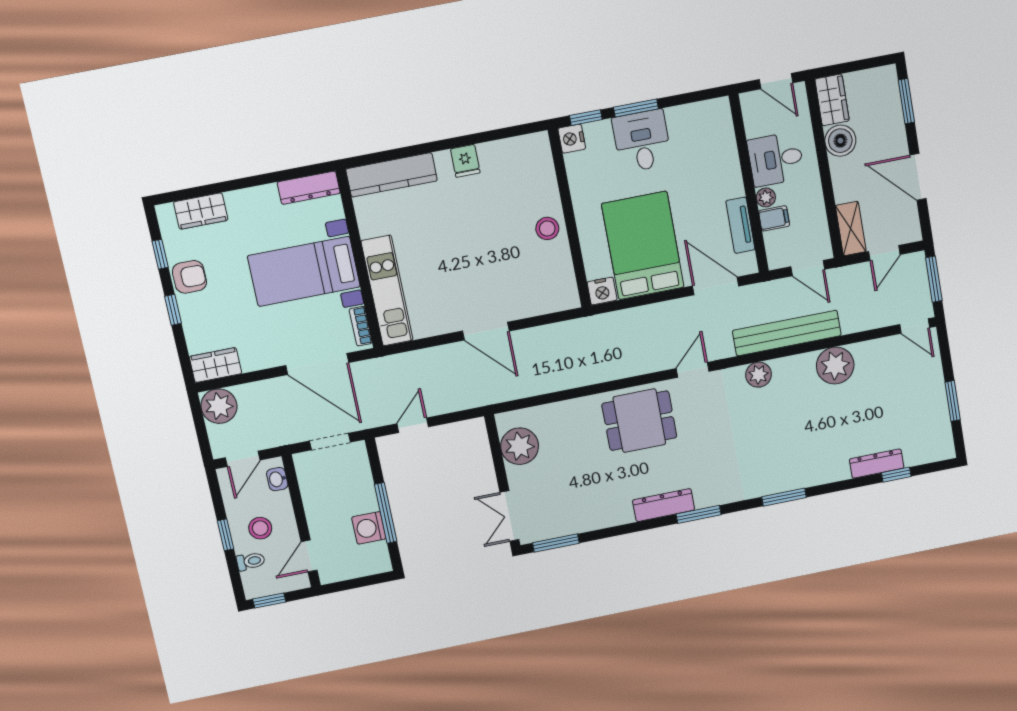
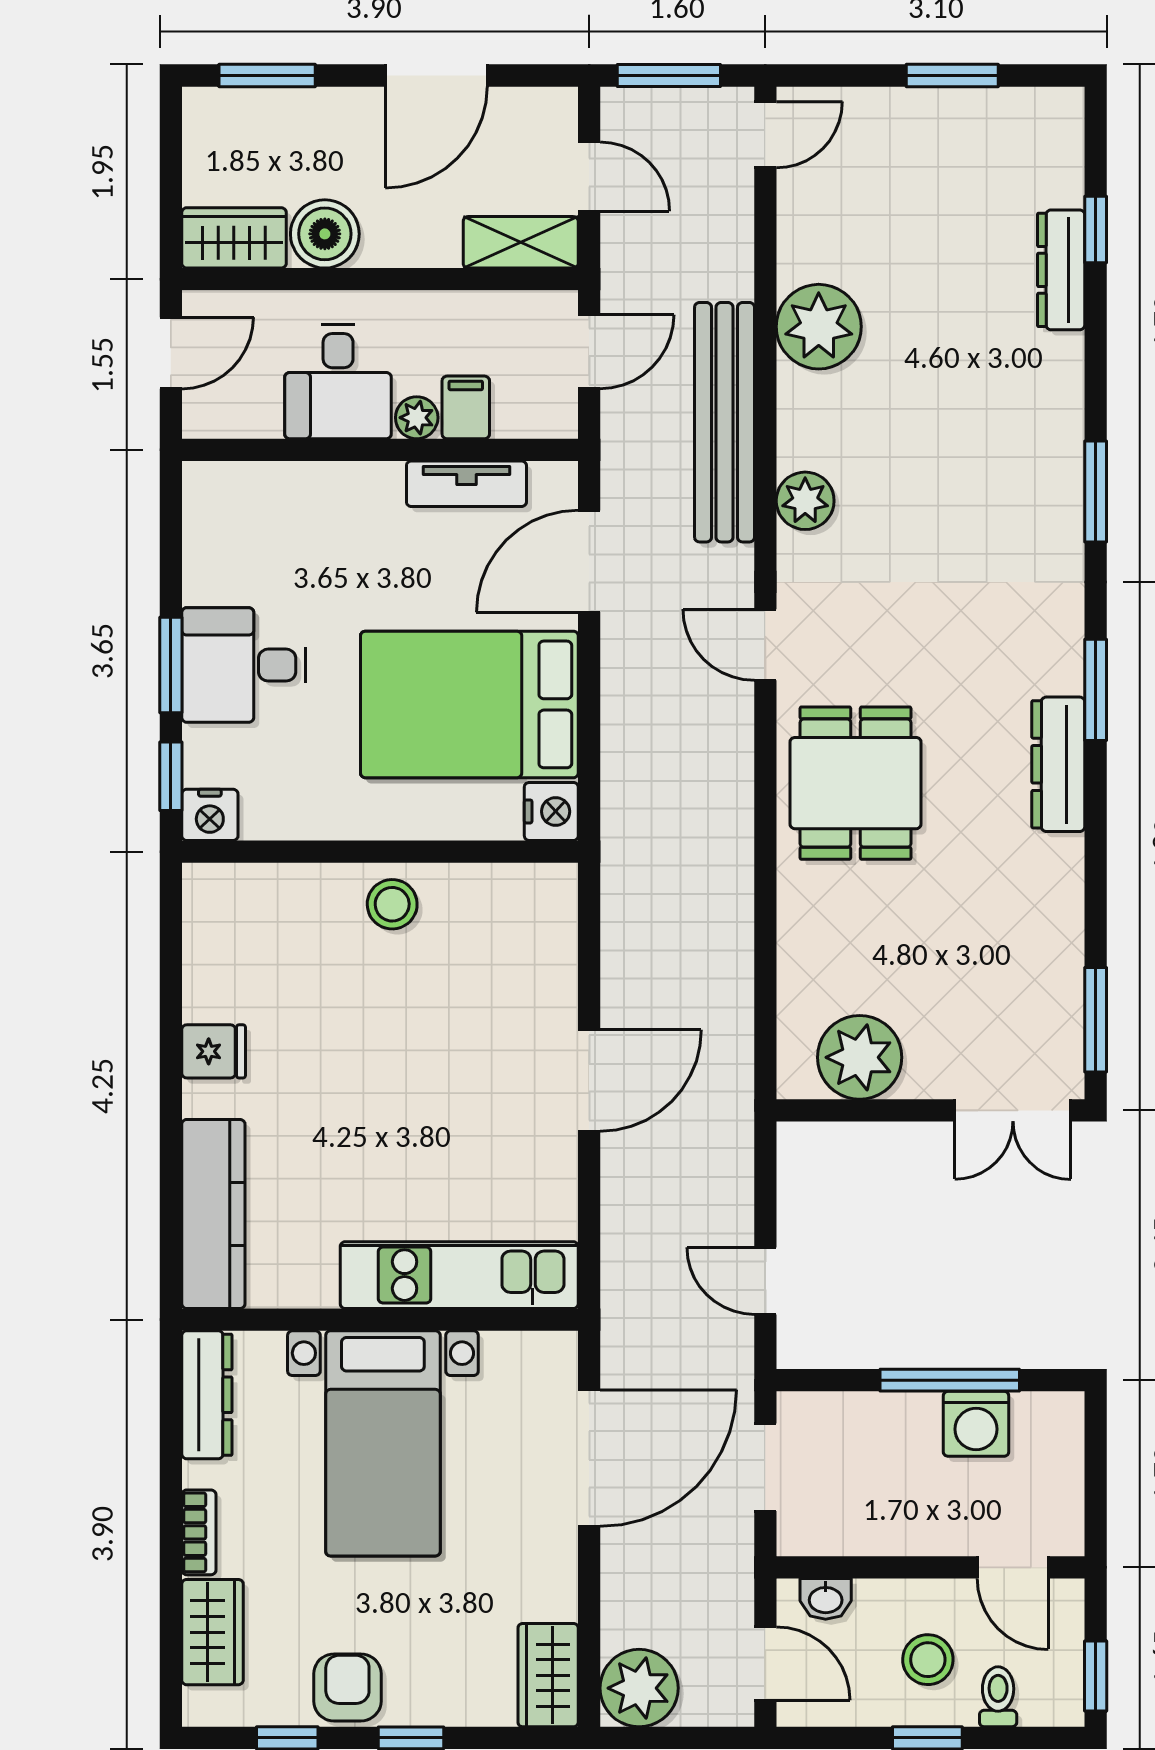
bookcase: (361, 326) -> (199, 1532), moved, turned -90

